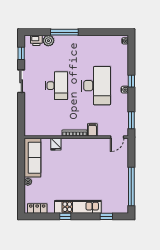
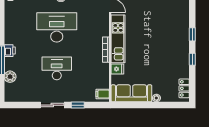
printer: (36, 40) -> (10, 51), moved
window: (21, 53) -> (78, 105), moved
filing cabinet: (92, 130) -> (103, 94), moved
kitchen unit: (78, 207) -> (118, 39), moved, turned 180
window: (106, 216) -> (192, 34), moved

